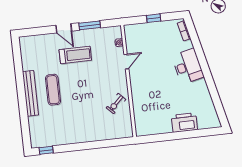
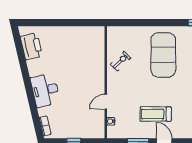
exercise mat: (53, 90) -> (163, 55), moved, width x2.00, depth x1.45
printer: (184, 123) -> (32, 46), moved, turned -103

